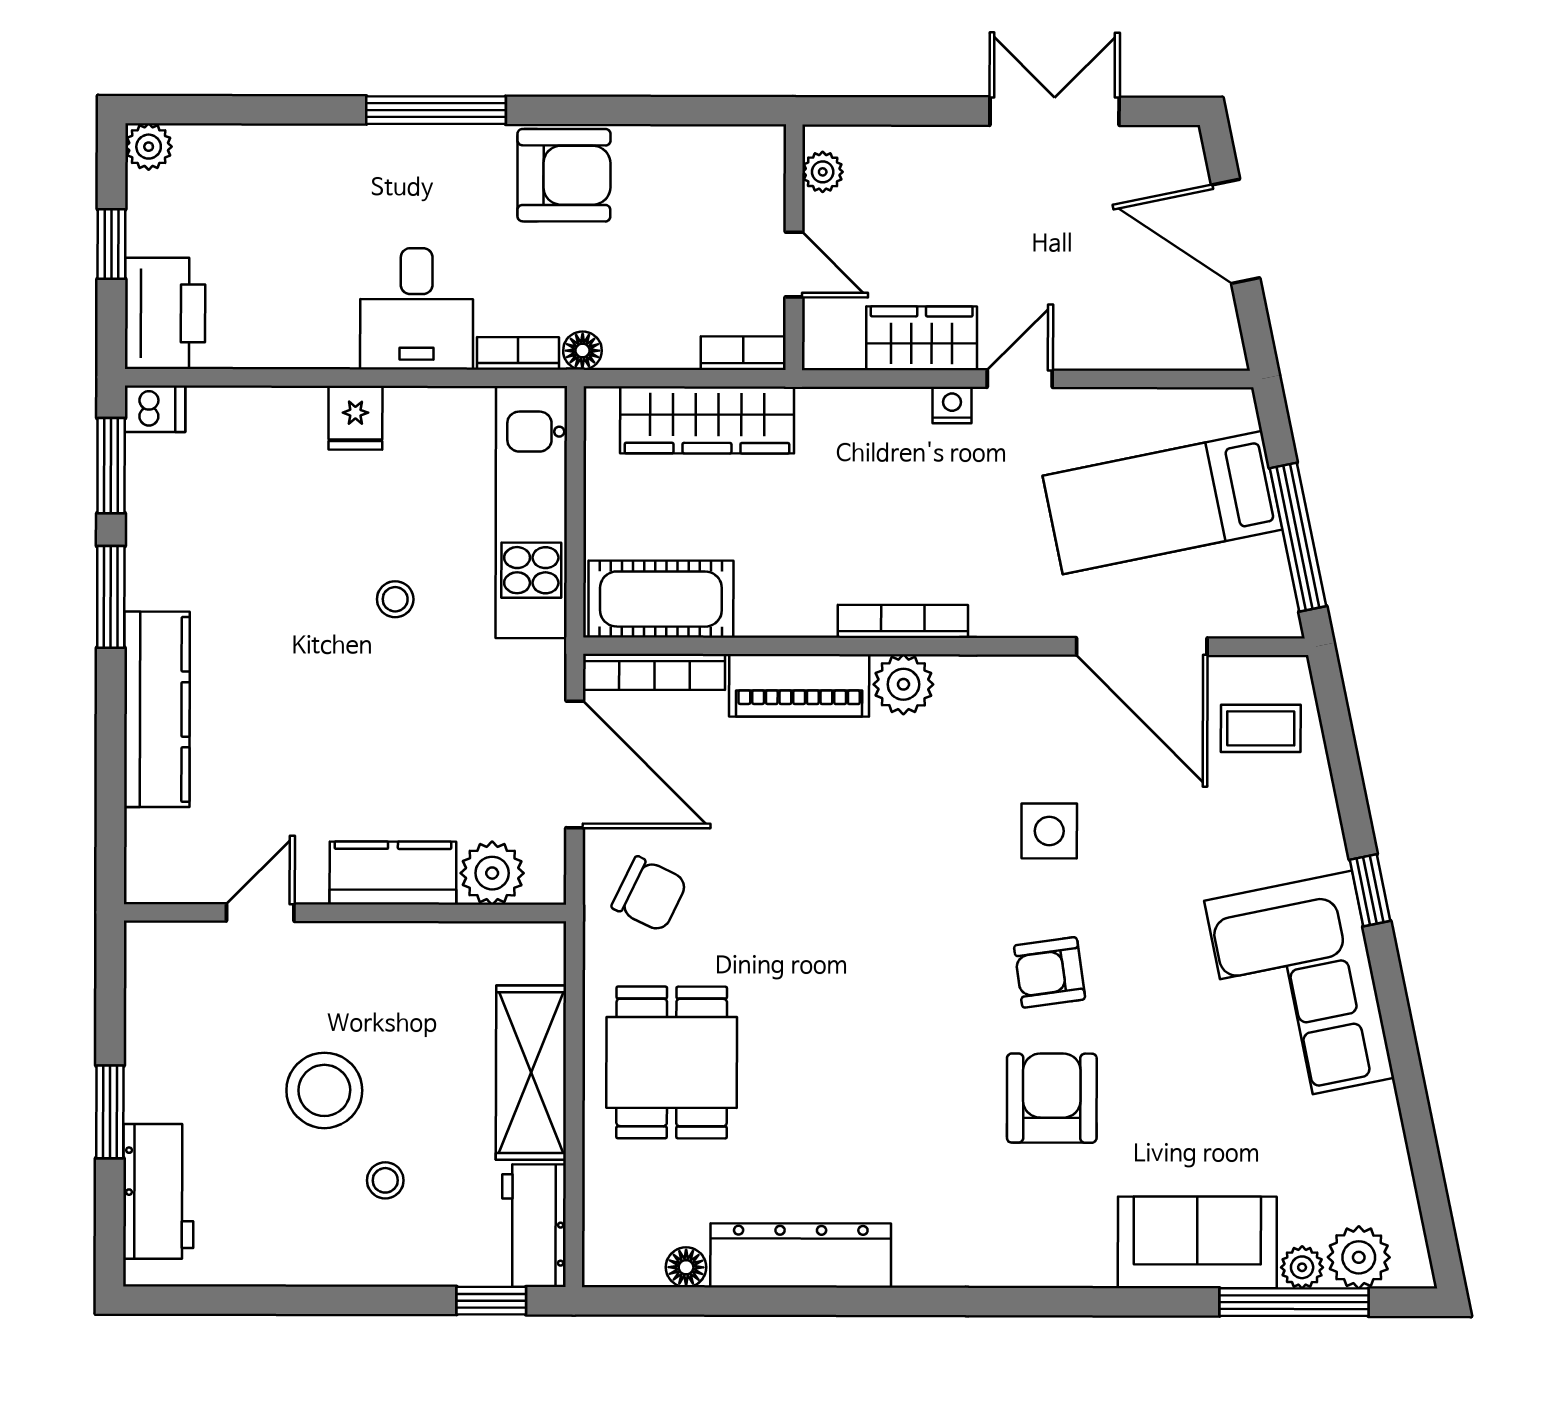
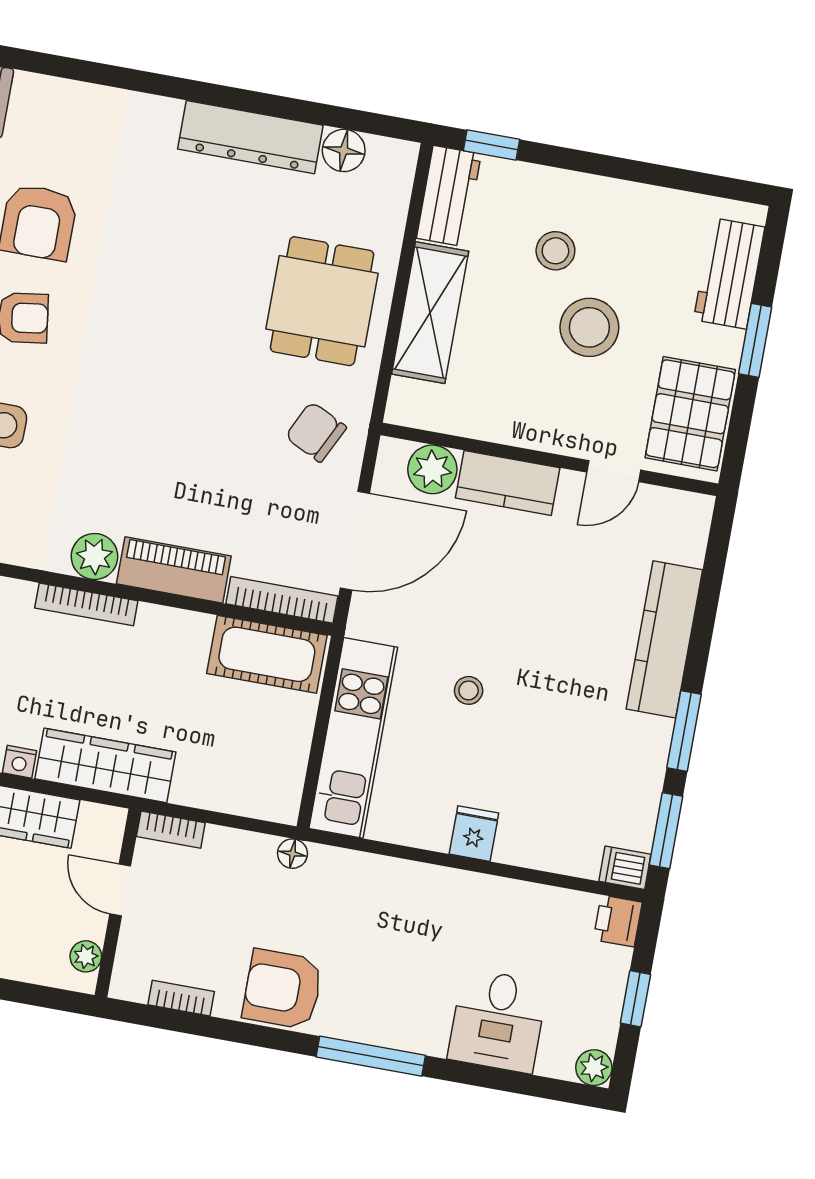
desk: (417, 309) -> (498, 1021), moved, turned 180
printer: (165, 313) -> (618, 921), width x0.53, depth x0.68
bookcase: (518, 353) -> (181, 998), moved, turned 180
wardrobe: (707, 420) -> (105, 765), moved
door: (575, 764) -> (355, 541), swing flipped
pallet: (176, 1003) -> (690, 414), added
stool: (385, 1180) -> (555, 251), width x1.37, depth x1.37
floor lamp: (686, 1267) -> (344, 150), width x1.37, depth x1.37

